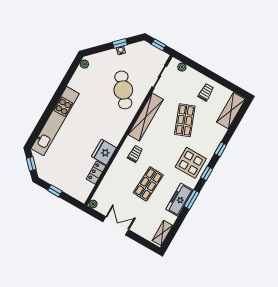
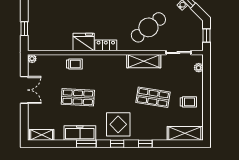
shelving: (146, 117) -> (144, 61), width x0.68
shop shelf: (185, 120) -> (153, 97), turned 30
trolley: (135, 154) -> (74, 64), moved
locker: (96, 173) -> (106, 45), moved
window: (55, 191) -> (24, 29), moved

